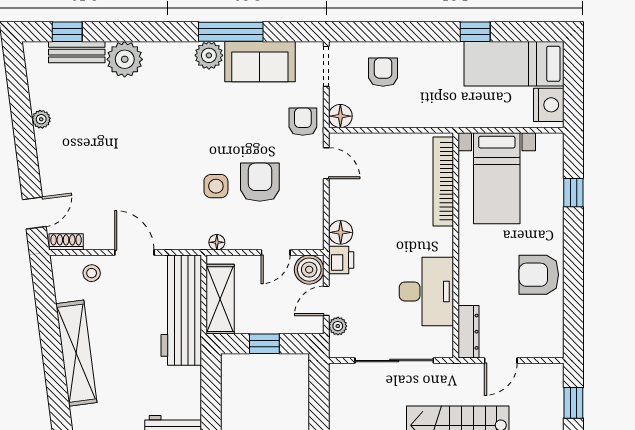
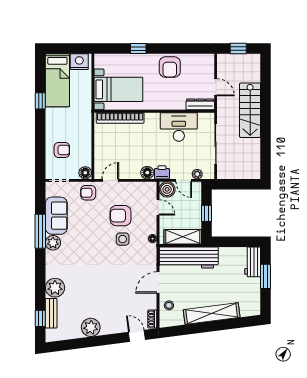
armchair: (383, 72) -> (62, 150), turned 180
plant: (41, 119) -> (91, 327), width x1.88, depth x1.88
window: (573, 193) -> (138, 49), moved

